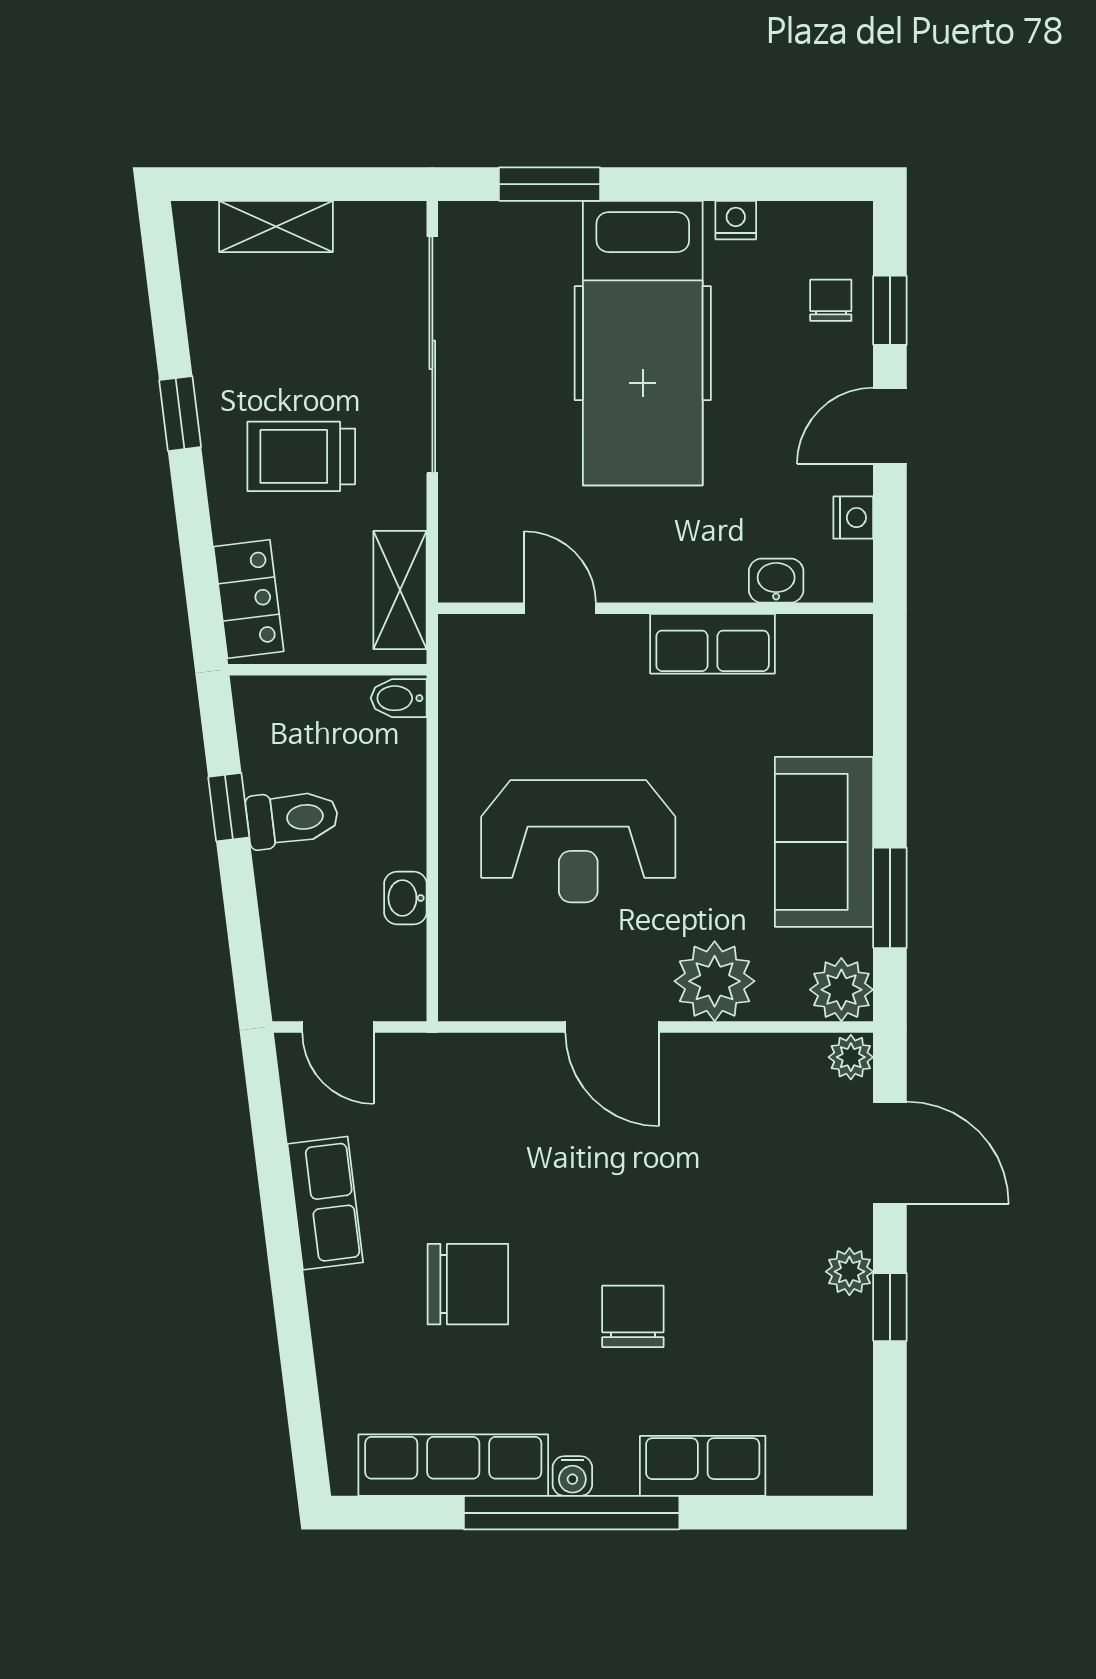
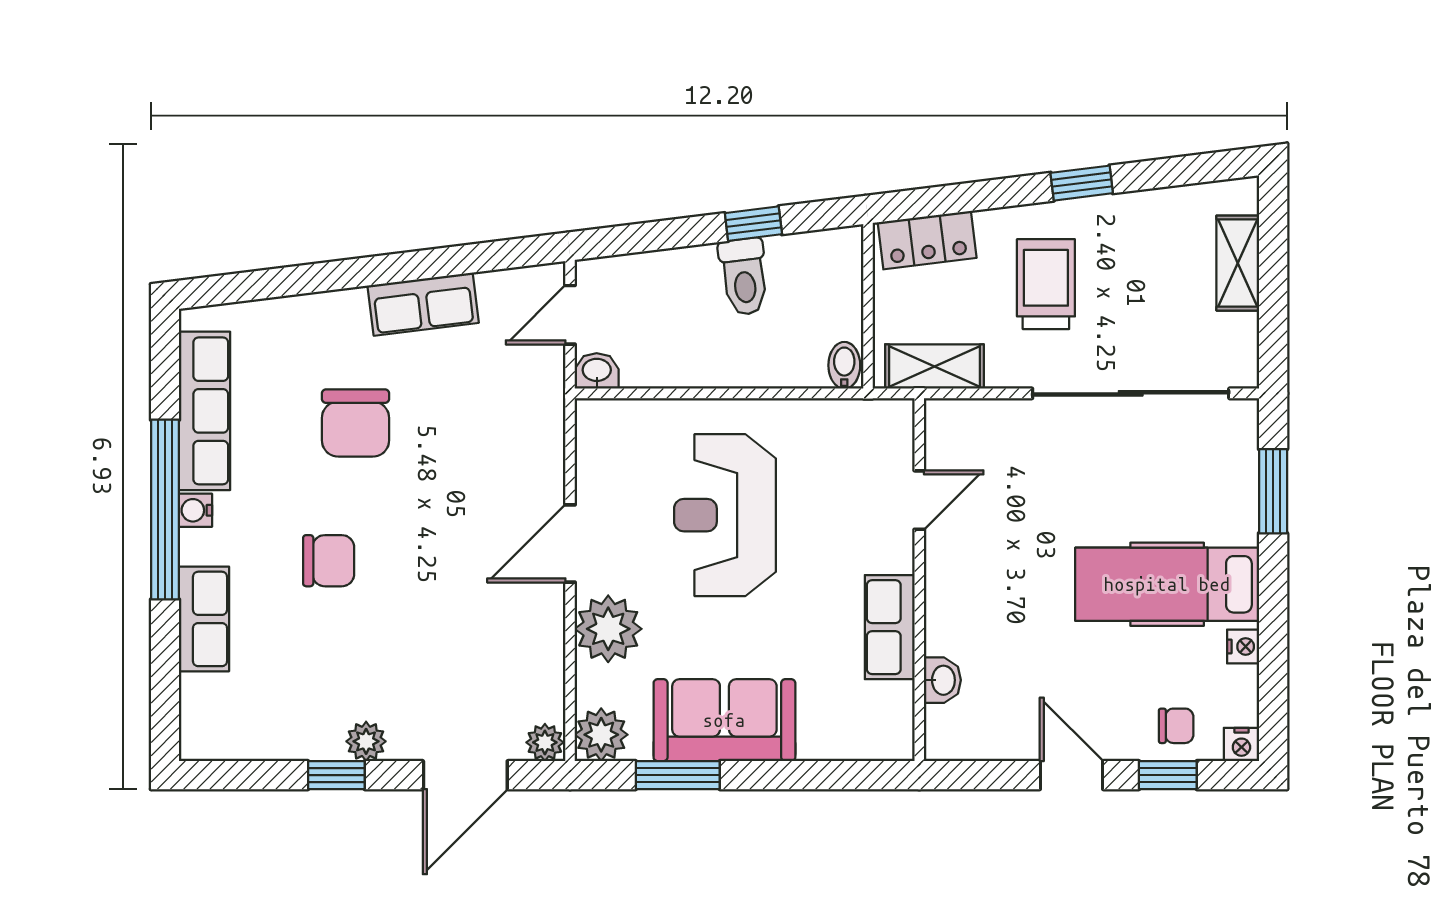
hospital bed: (643, 343) -> (1167, 584), width x0.73, depth x0.78
nightstand: (853, 518) -> (1241, 745), moved
washbasin: (405, 898) -> (597, 371), moved

